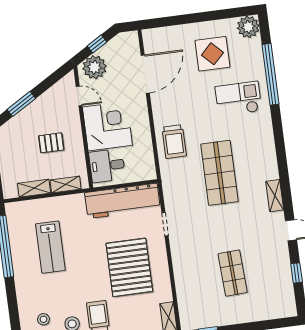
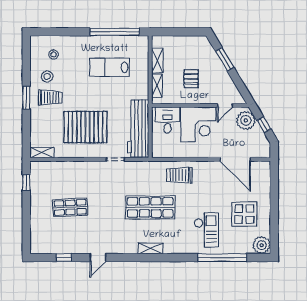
shelving: (275, 196) -> (151, 248), moved

